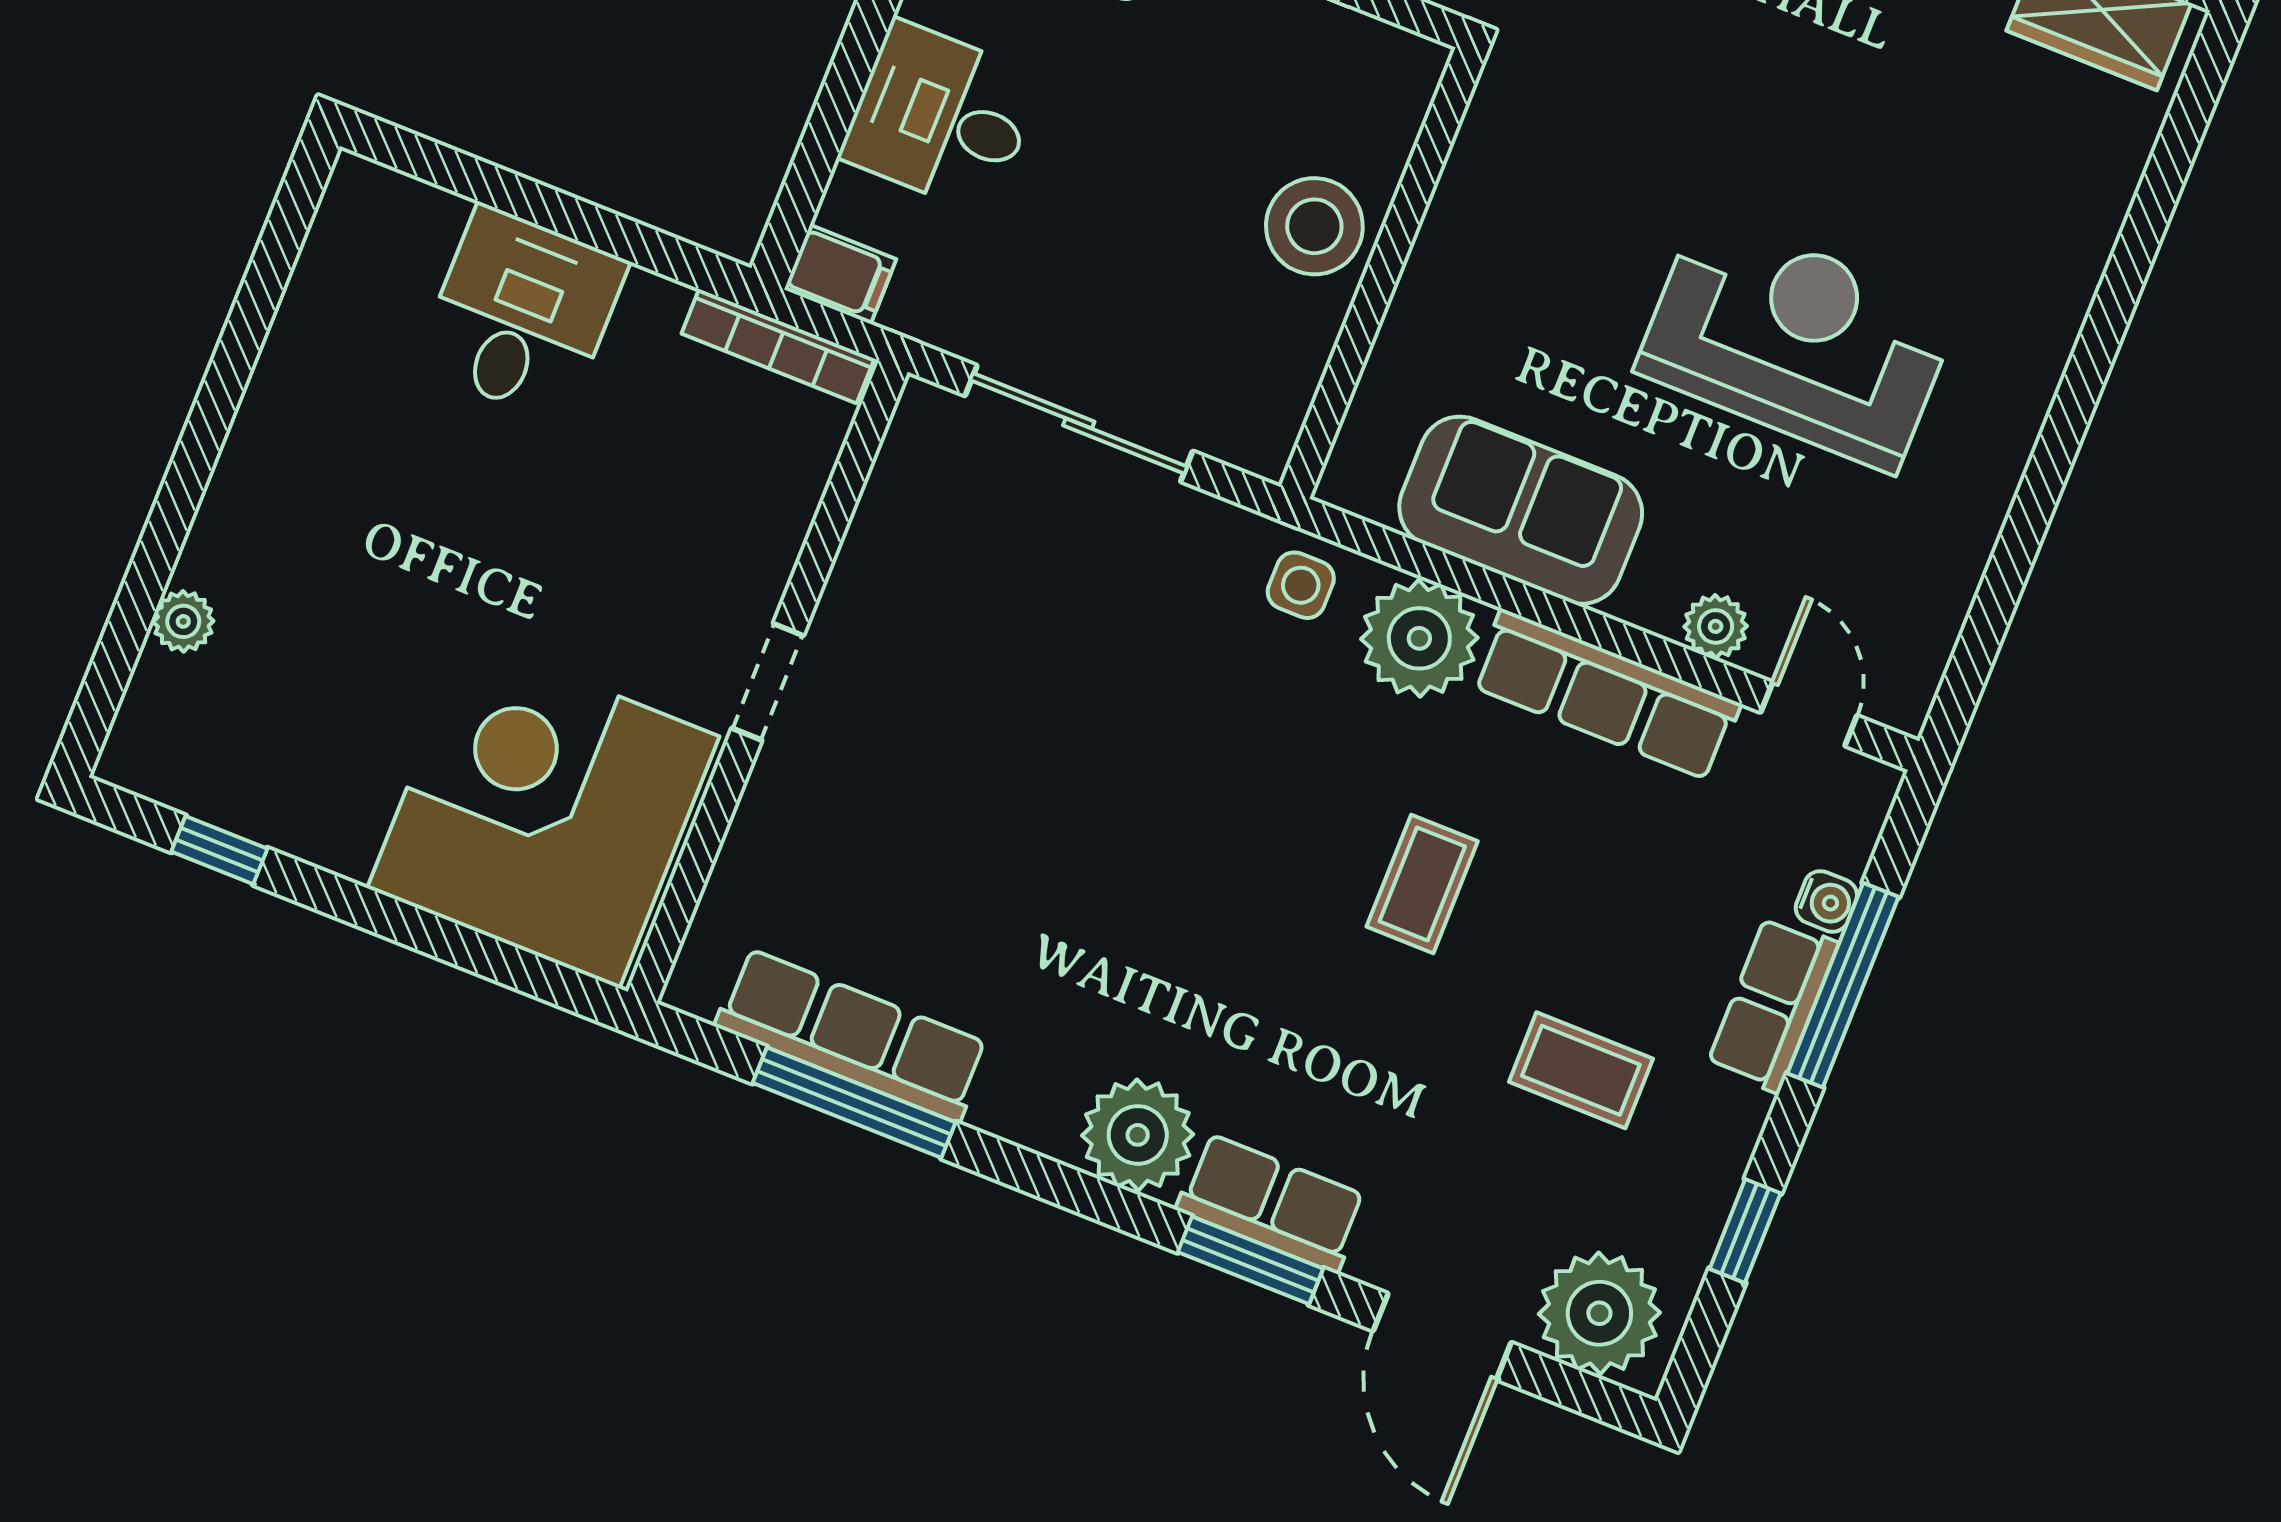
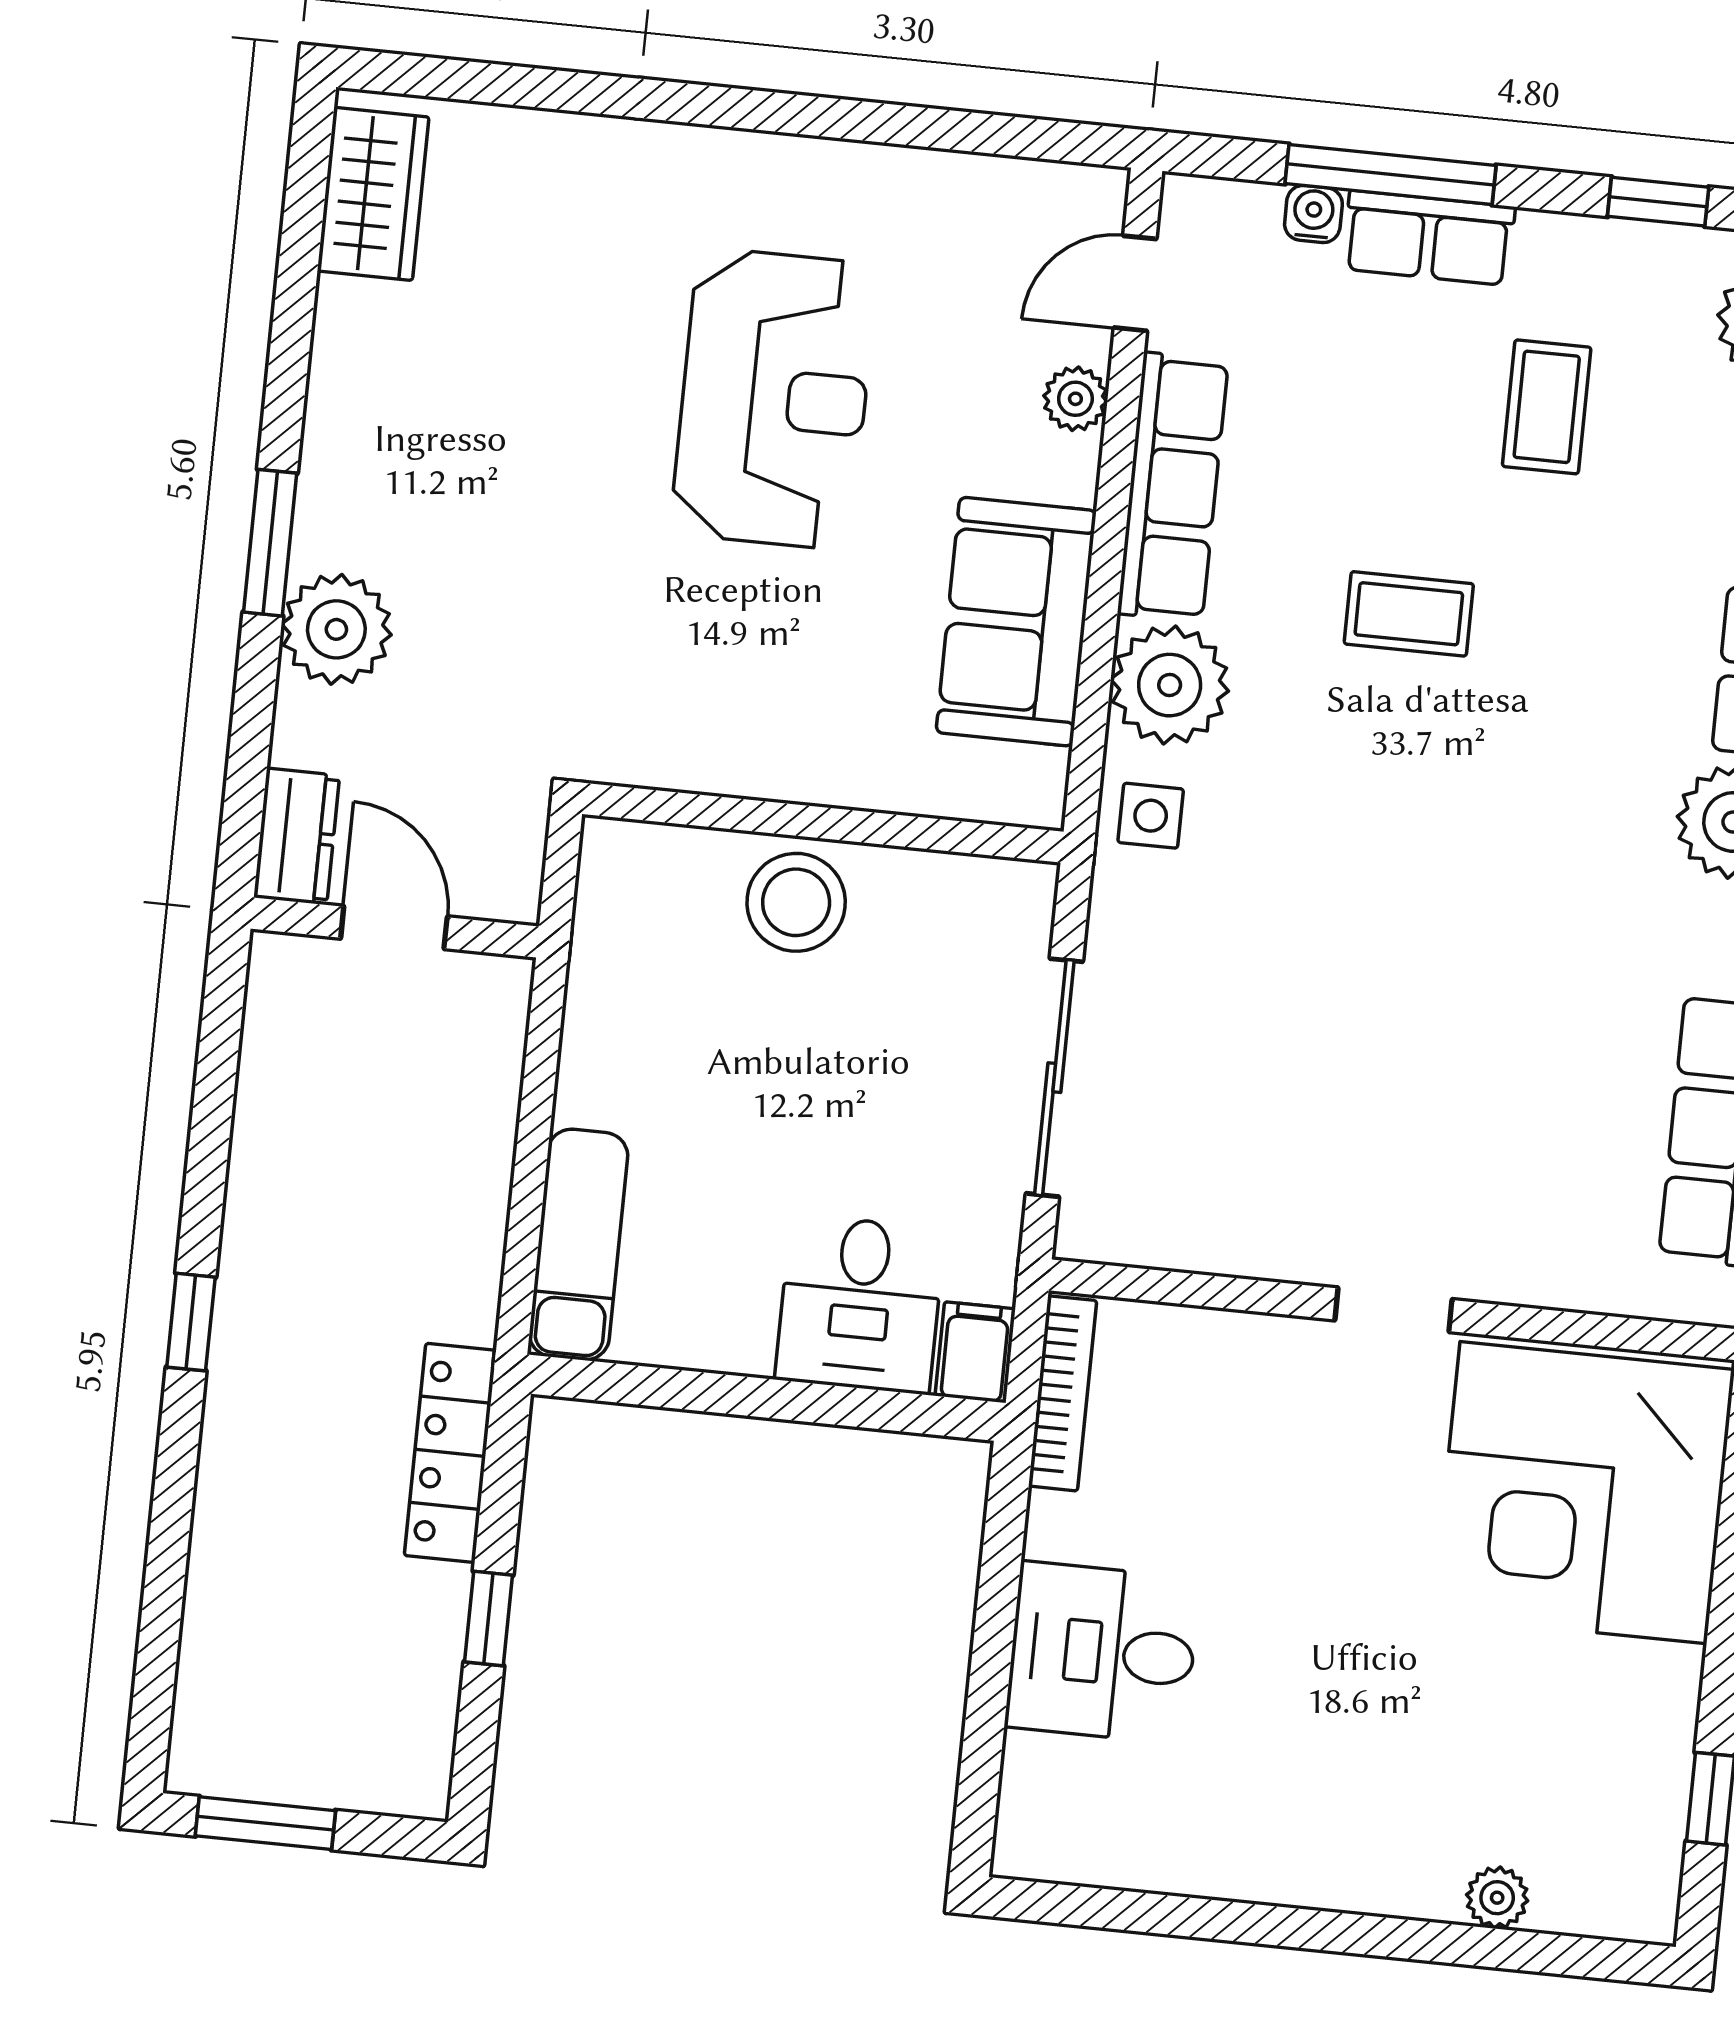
desk: (941, 117) -> (860, 1304), moved
reception desk: (1797, 341) -> (774, 399), turned 180

